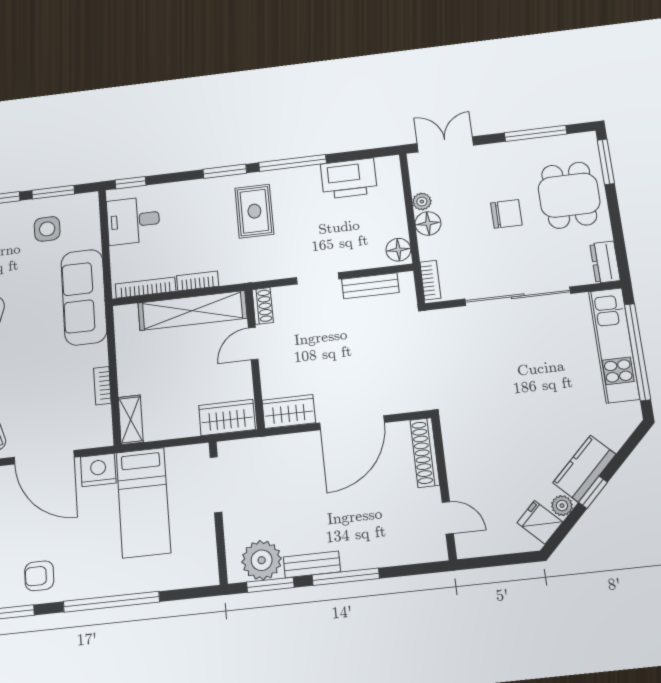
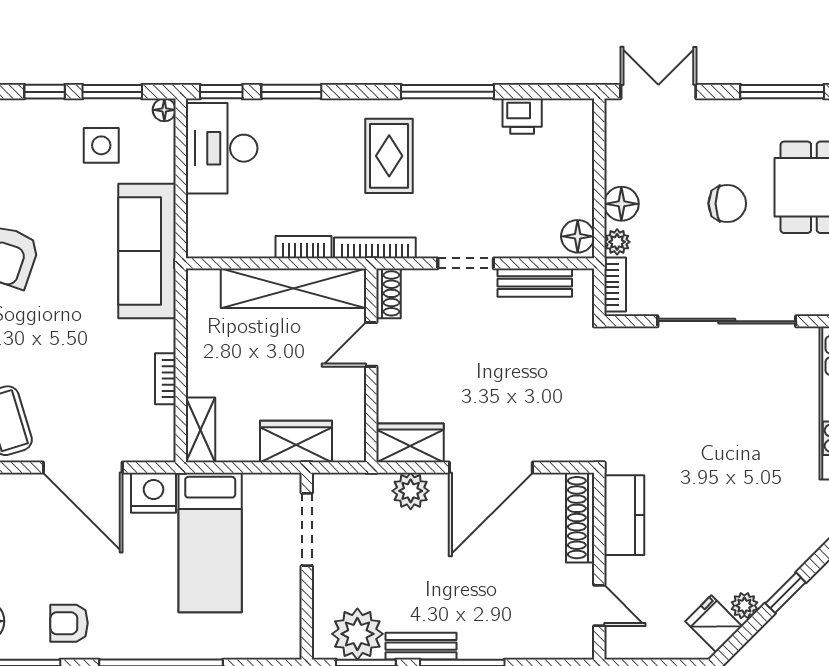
window: (225, 171) -> (291, 92), moved
printer: (349, 178) -> (522, 116), width x0.53, depth x0.68
floor lamp: (91, 200) -> (164, 110), added
plant: (422, 202) -> (617, 242), moved
desk: (133, 220) -> (222, 148), width x1.37
bookcase: (146, 288) -> (375, 248), moved
wardrobe: (227, 417) -> (296, 442), moved
plant: (293, 447) -> (411, 491), added
kitchen counter: (584, 469) -> (624, 515), moved, turned 135

